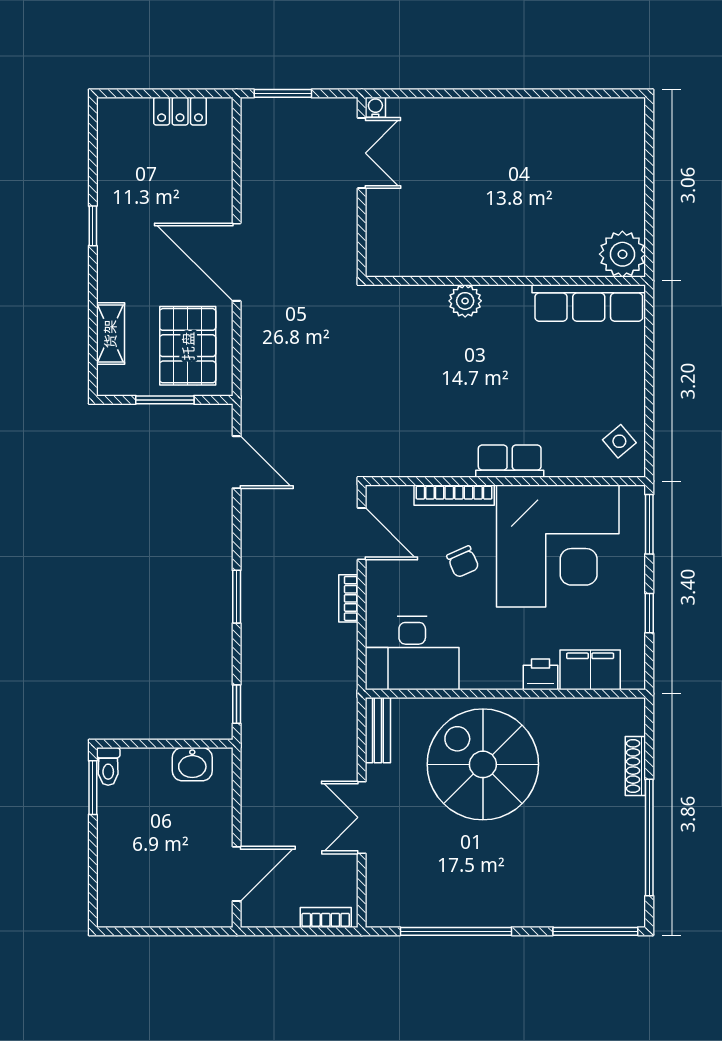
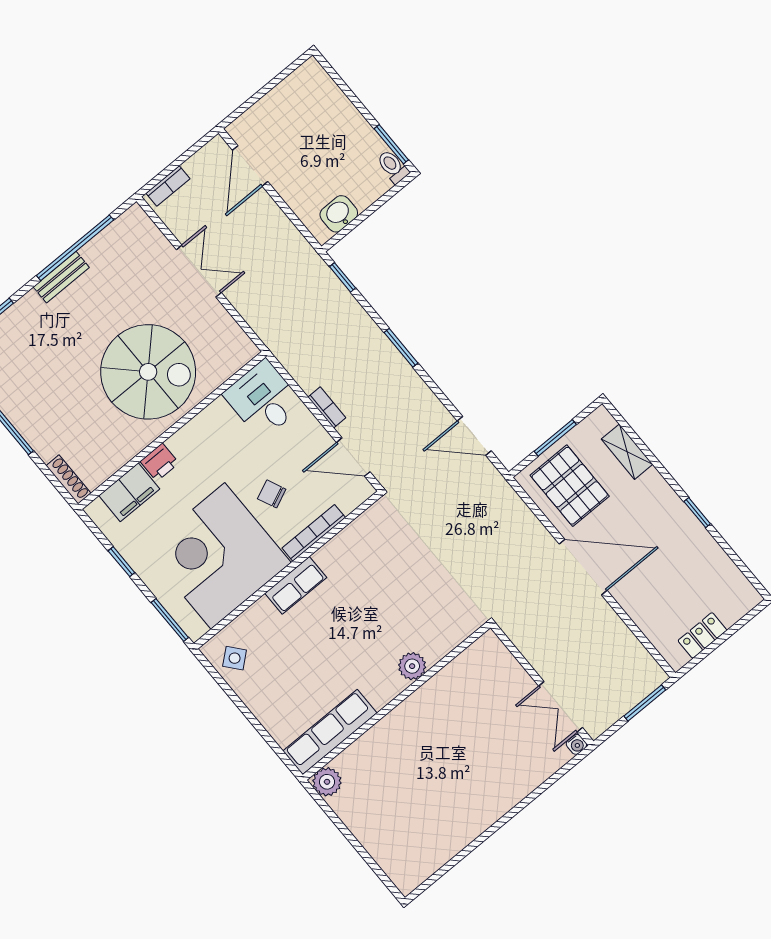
plant: (622, 254) -> (327, 782), width x0.73, depth x0.73
desk: (412, 653) -> (263, 399), width x0.73
bench: (378, 730) -> (61, 277), moved, turned 90
shoe rack: (635, 766) -> (68, 480), moved

